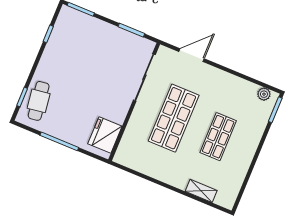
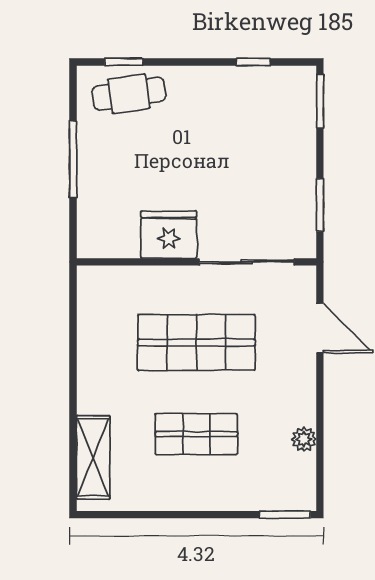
plant: (264, 94) -> (304, 439), moved
fridge: (105, 135) -> (169, 235), moved
shelving: (201, 191) -> (93, 457), width x1.50, depth x1.33

